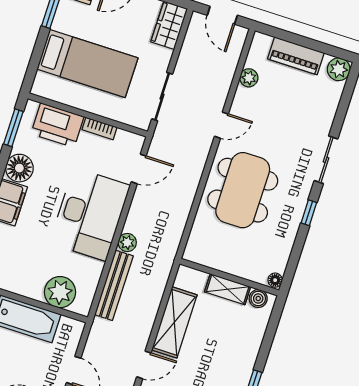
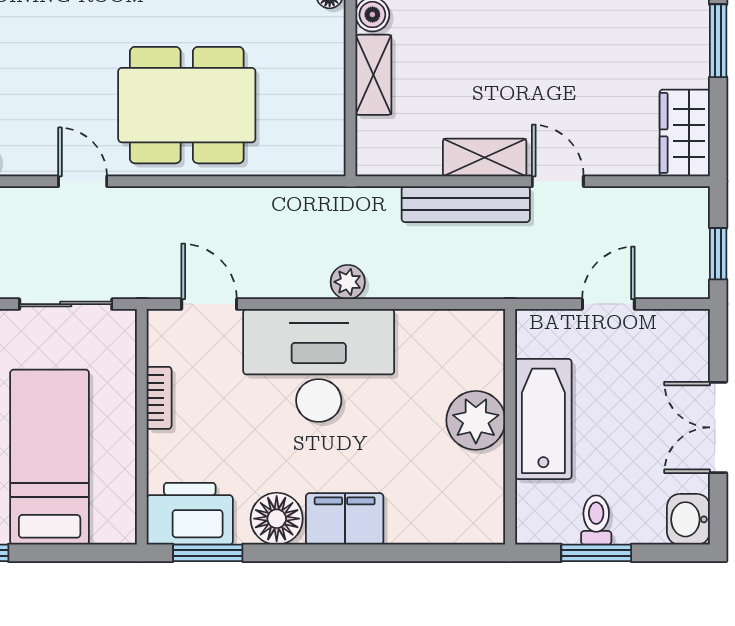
printer: (57, 125) -> (190, 514), moved, turned -90
bench: (114, 285) -> (466, 204), moved
plant: (60, 292) -> (476, 420), moved
shelving: (174, 322) -> (485, 158), width x0.67, depth x0.75

